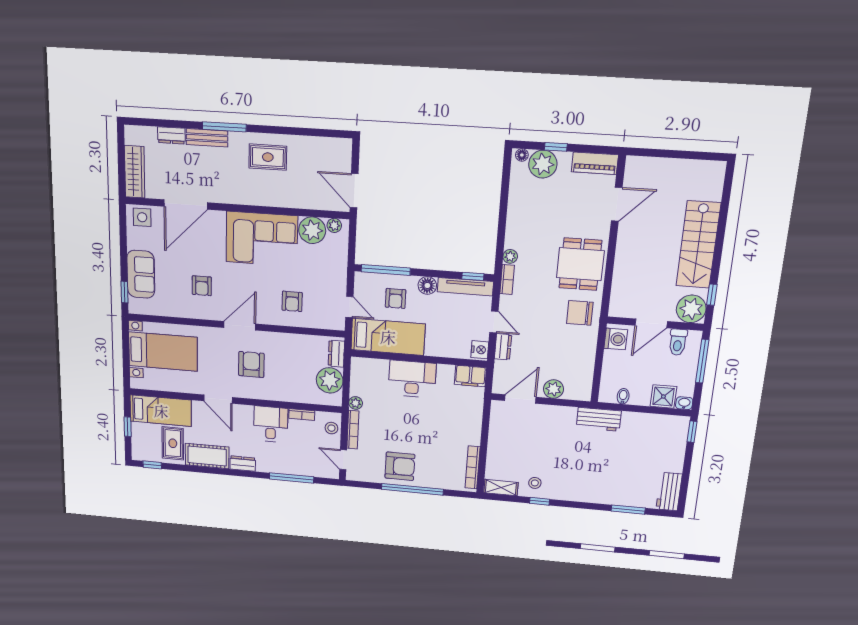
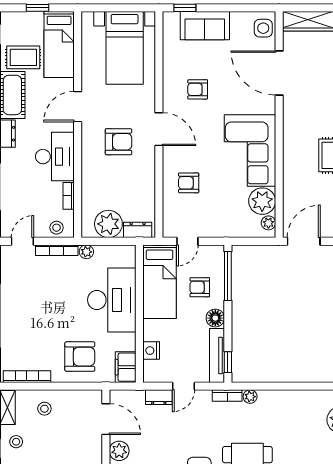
nightstand: (480, 350) -> (151, 351), moved, turned 90
desk: (412, 379) -> (112, 300), width x1.36, depth x1.30
desk: (271, 424) -> (55, 157), width x1.37
stool: (505, 455) -> (44, 409), added
armchair: (400, 466) -> (80, 357), moved, turned -90

